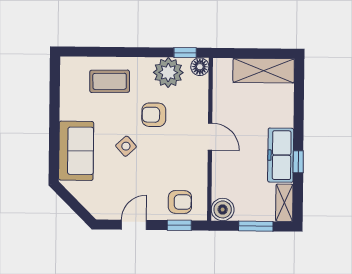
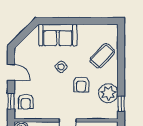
floor lamp: (200, 67) -> (112, 113), removed
coffee table: (110, 81) -> (102, 56), turned 44
armchair: (154, 115) -> (81, 84), turned 180

